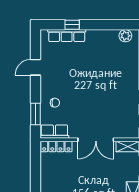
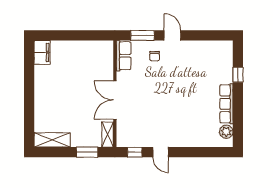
row of seats: (67, 36) -> (226, 104), moved
door: (35, 67) -> (172, 35), moved
locker: (56, 147) -> (108, 58), removed

